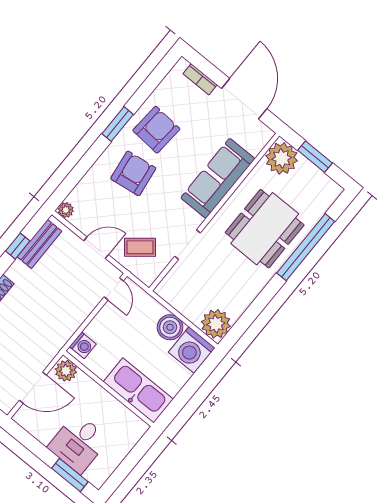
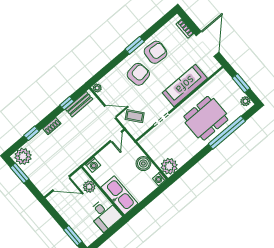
plant: (282, 158) -> (245, 101), moved, width x0.53, depth x0.53
washing machine: (192, 350) -> (159, 179), width x0.53, depth x0.53
plant: (66, 371) -> (89, 187), moved
desk: (78, 443) -> (105, 215), moved, turned -90

